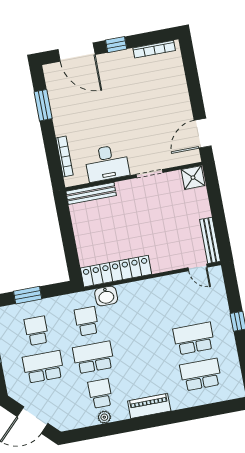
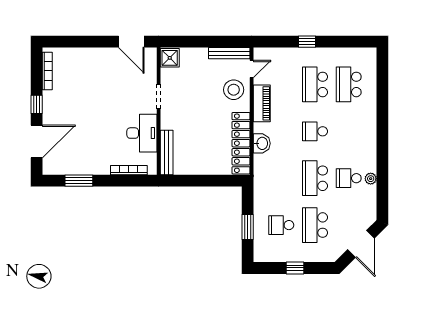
stool: (172, 252) -> (234, 90), added
washbasin: (106, 296) -> (262, 143), moved
school desk: (87, 321) -> (315, 131), moved
piano: (149, 406) -> (262, 103), moved, turned 180

